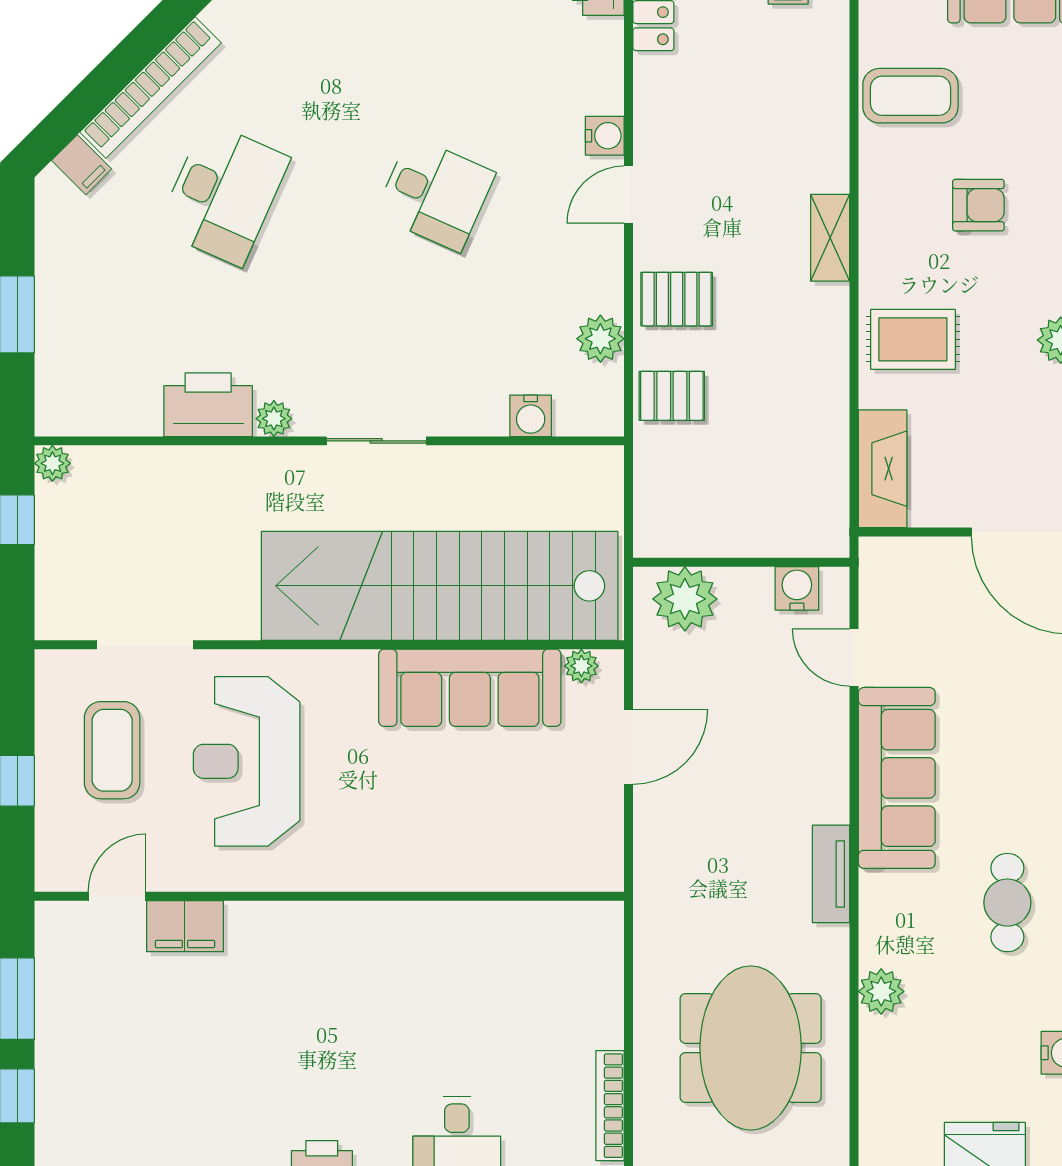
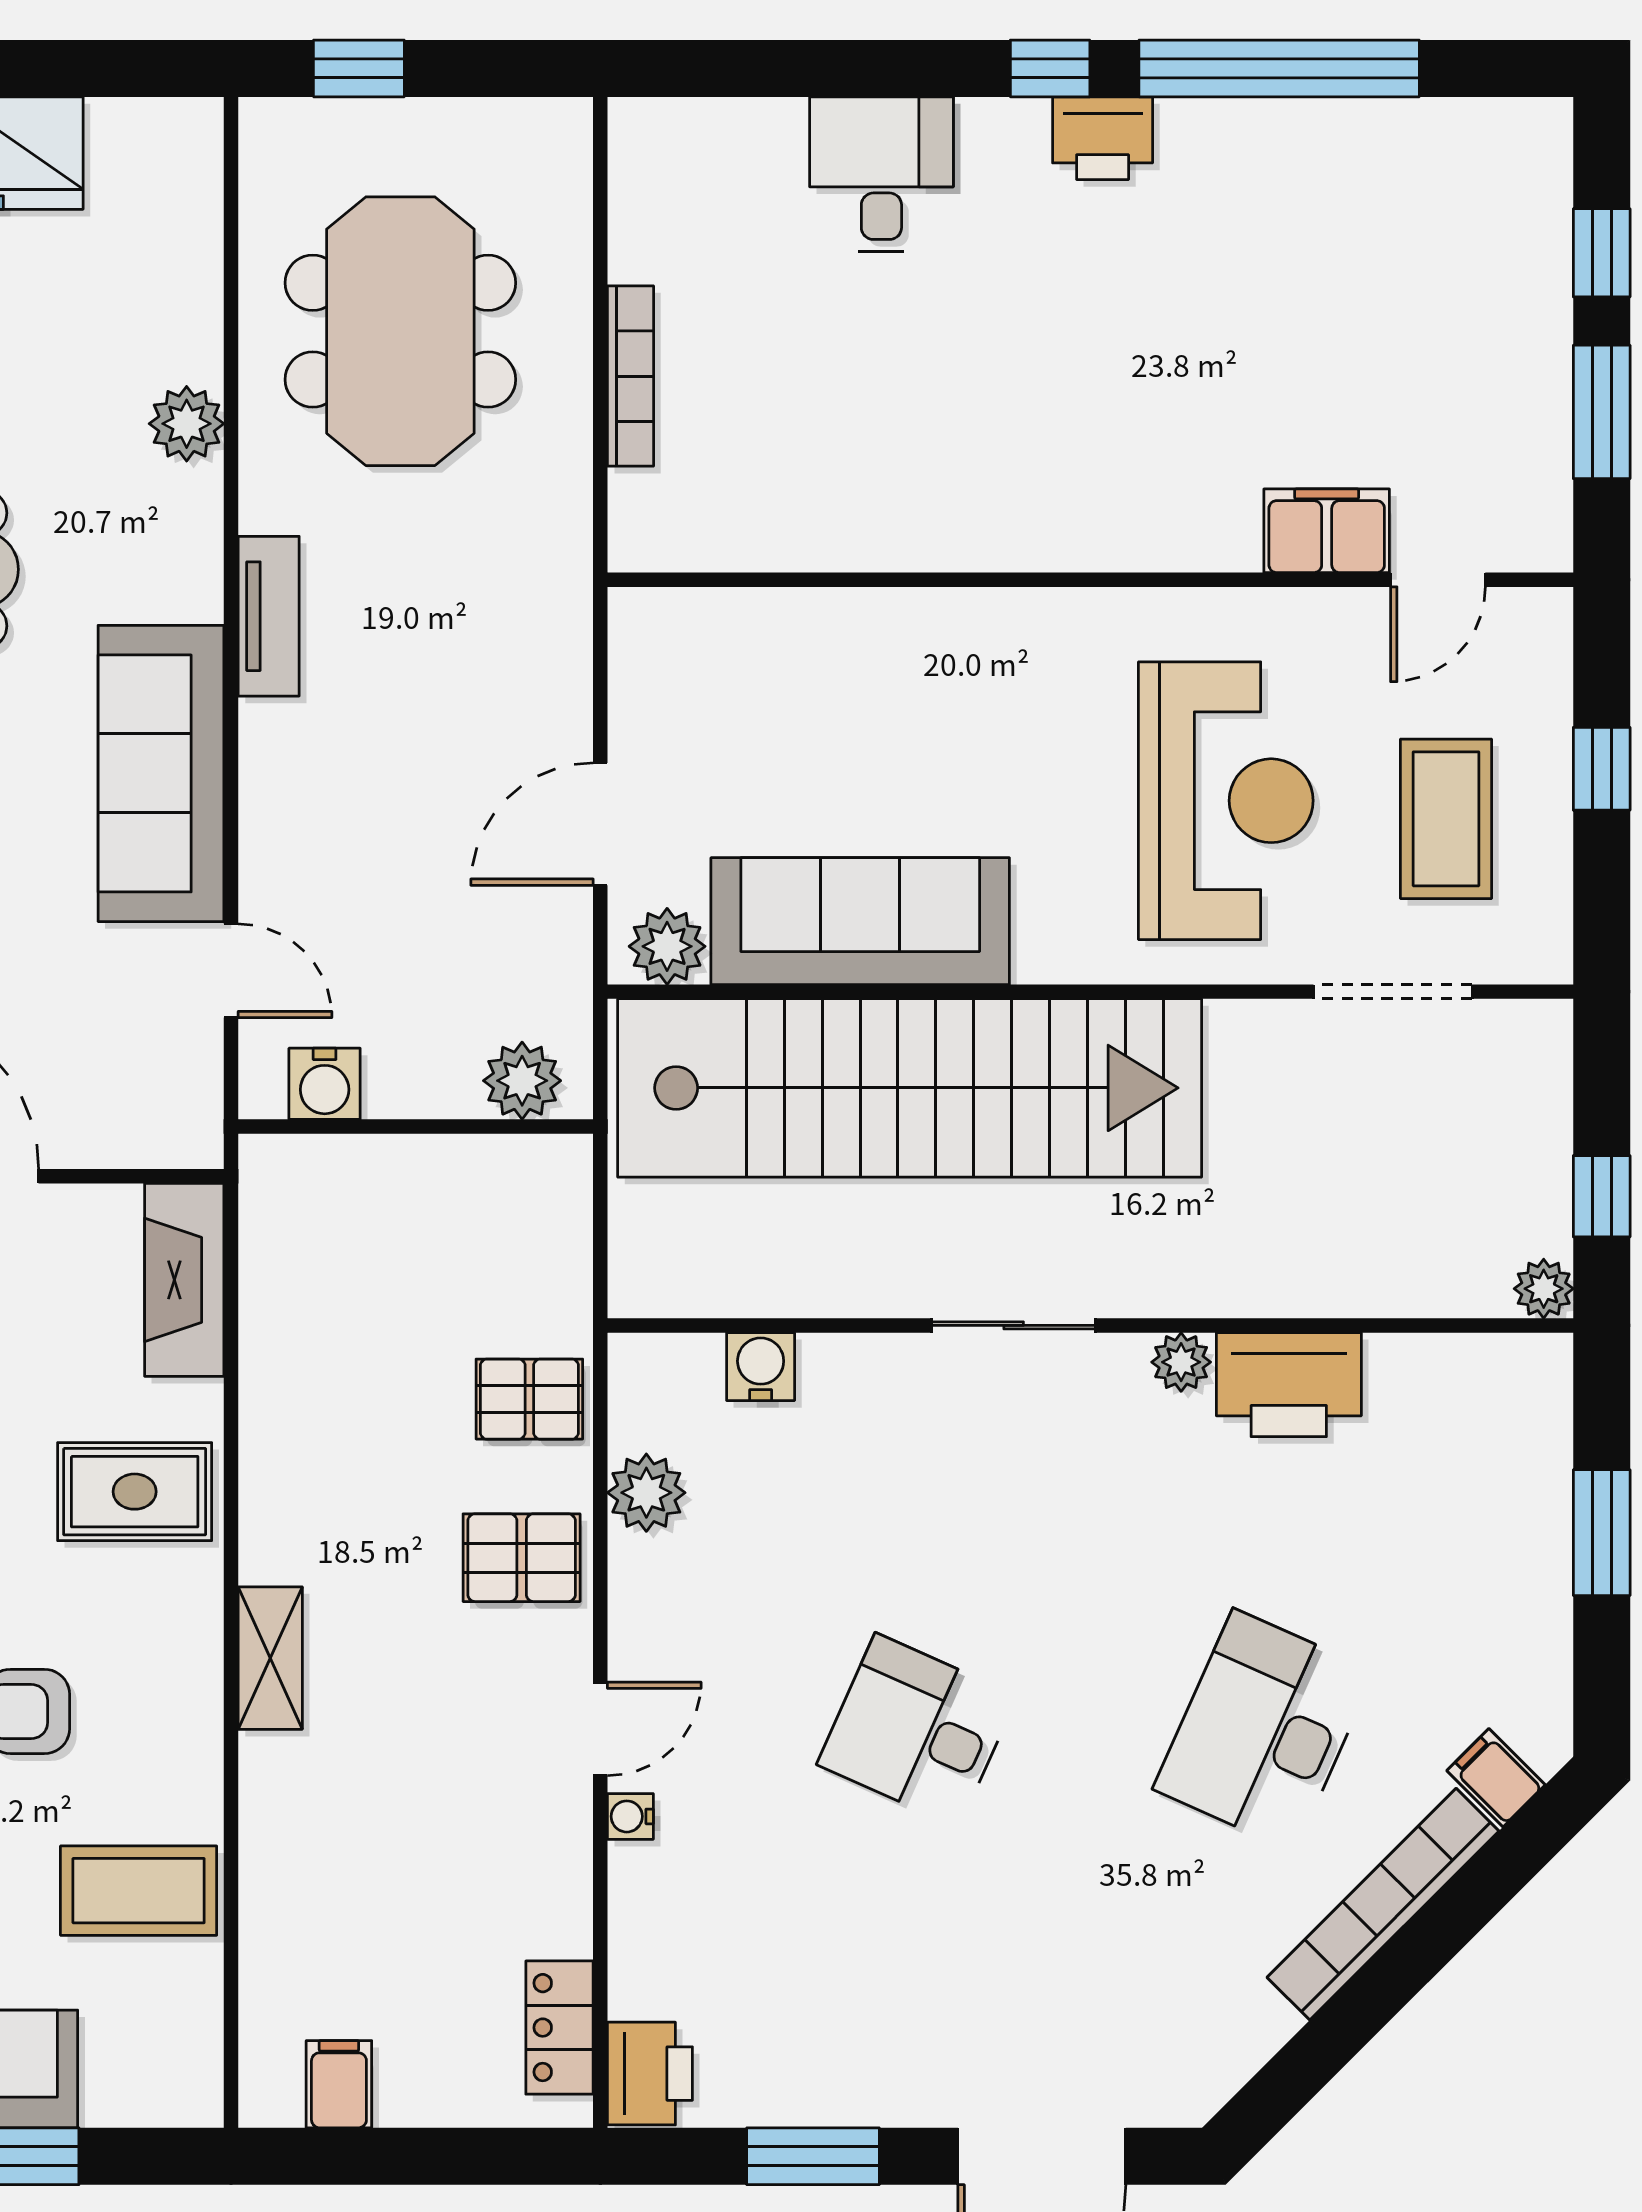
water cooler: (605, 136) -> (630, 1816), width x0.72, depth x0.72
plant: (685, 599) -> (522, 1081), width x0.73, depth x0.73
plant: (581, 666) -> (667, 946), width x1.38, depth x1.38
bookcase: (610, 1106) -> (631, 376), moved

